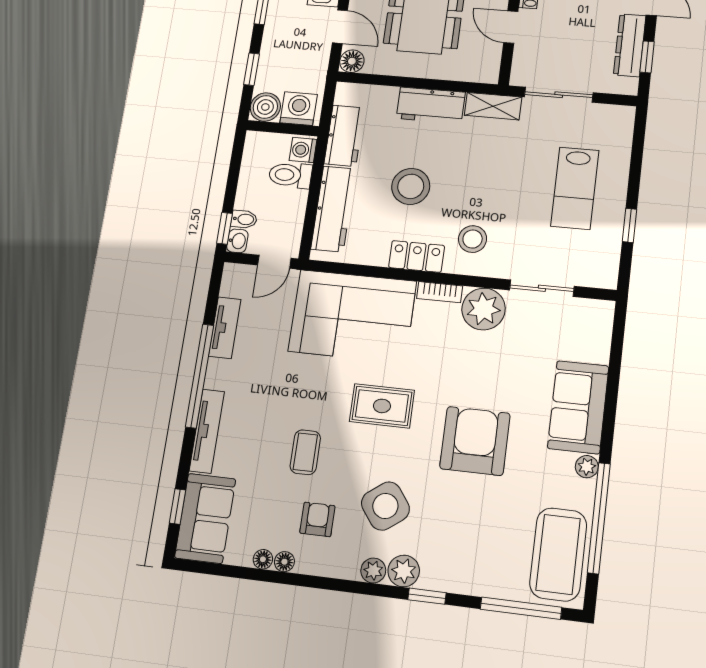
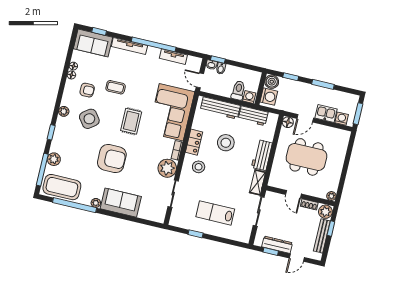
door: (511, 27) -> (293, 194), swing flipped
plant: (404, 571) -> (54, 159), moved

